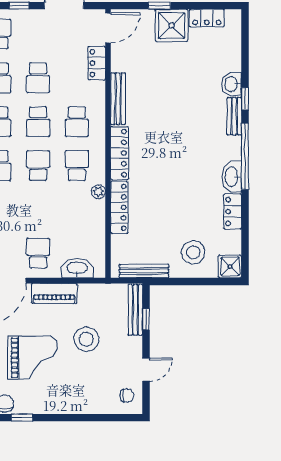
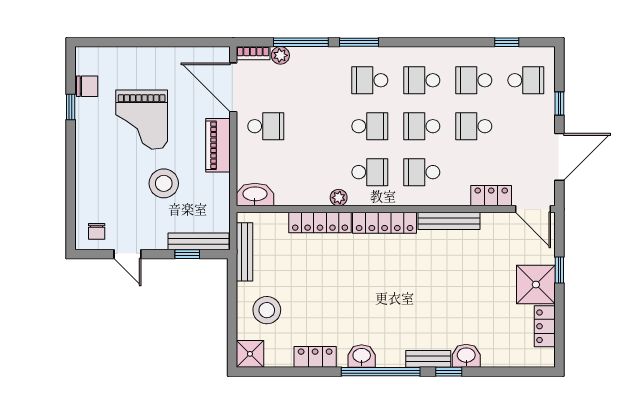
washbasin: (232, 177) -> (362, 356), width x0.72
washbasin: (77, 268) -> (255, 195), moved, turned -90

